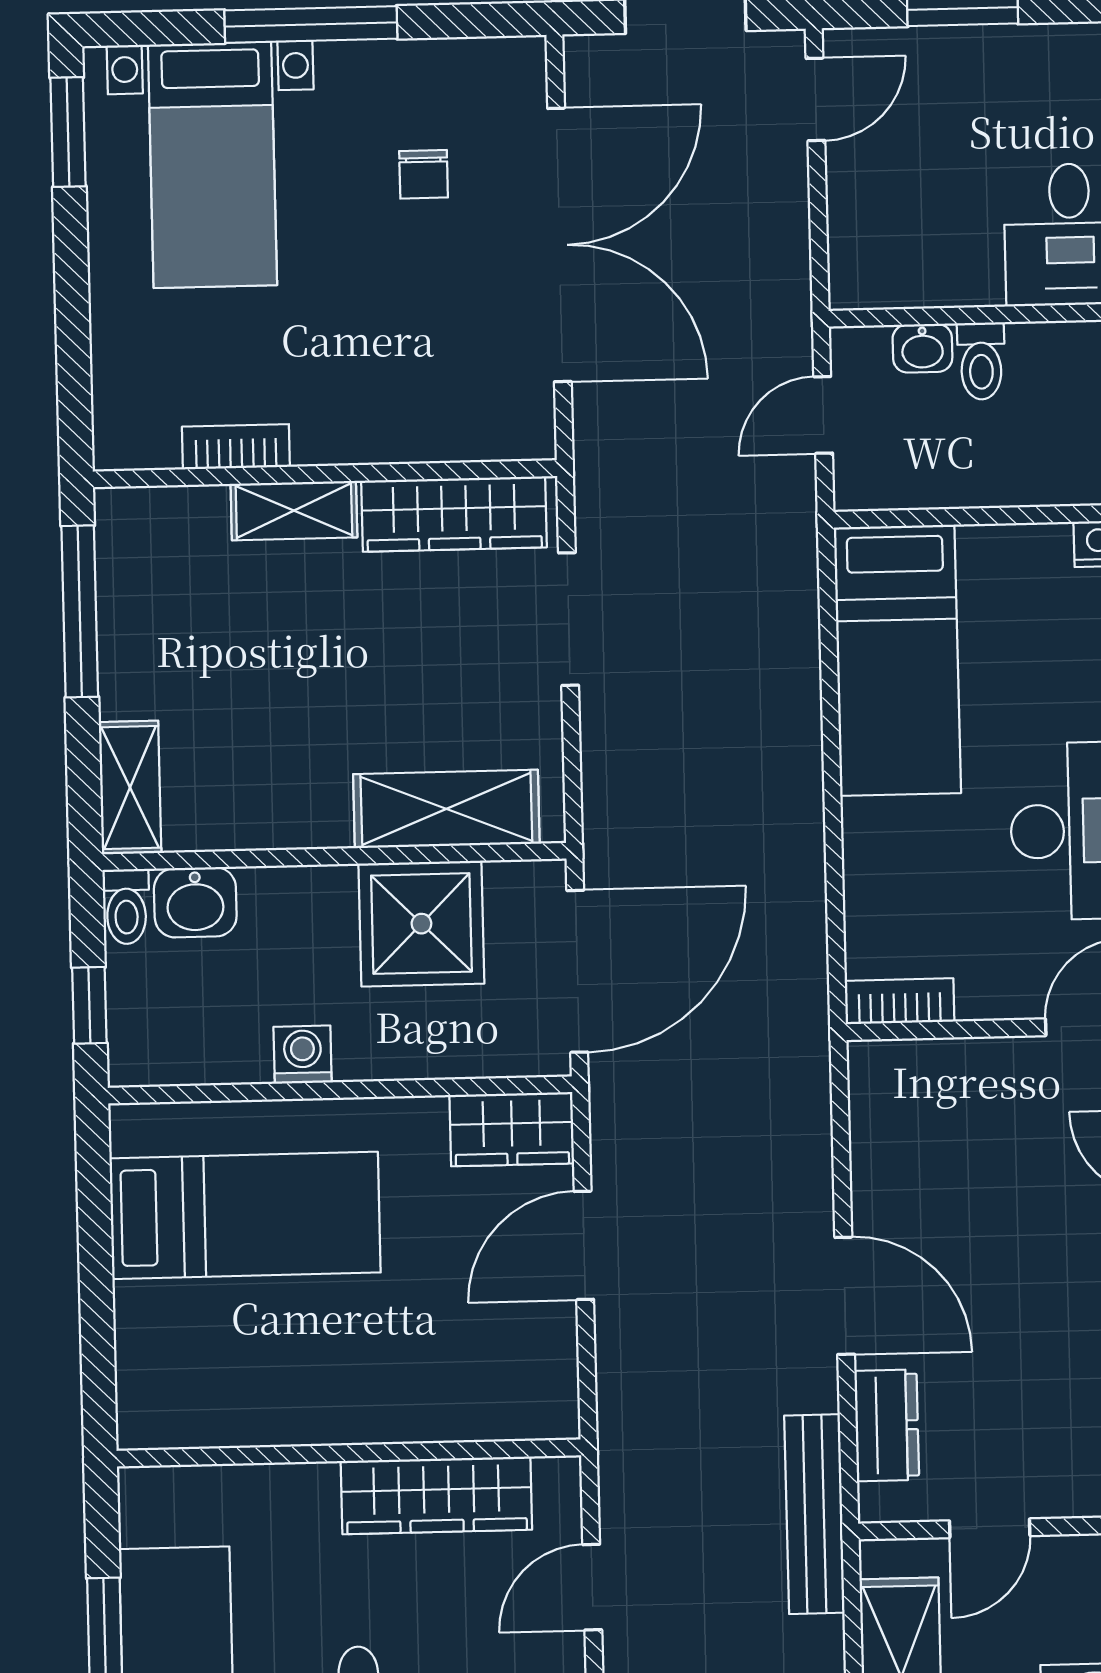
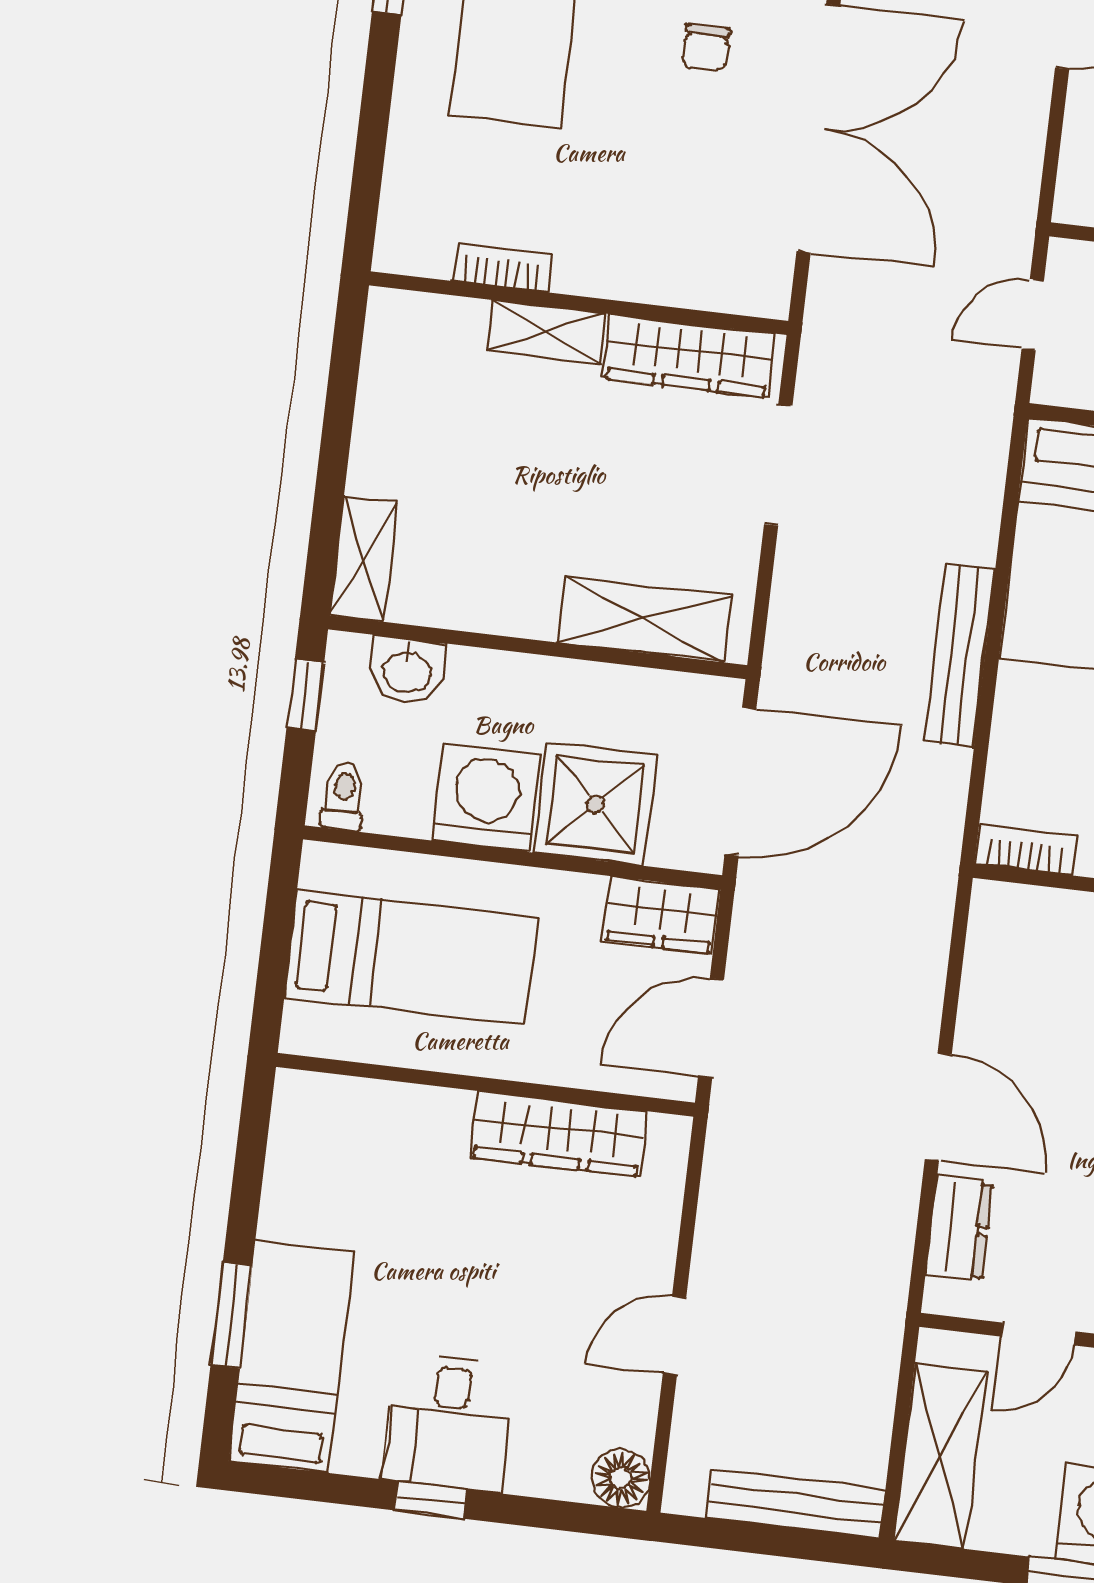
window: (80, 611) -> (341, 395), removed
toilet: (126, 907) -> (344, 796), moved, turned 180
shower: (421, 924) -> (595, 804), moved
window: (89, 1005) -> (305, 695), moved
washing machine: (303, 1055) -> (486, 798), width x1.89, depth x1.89
wall: (349, 1453) -> (485, 1085), moved
wardrobe: (436, 1495) -> (558, 1134), moved
bench: (814, 1514) -> (960, 655), moved

